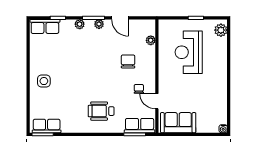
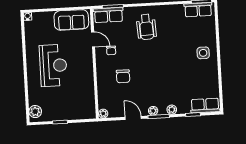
plant: (151, 40) -> (103, 114), moved
reception desk: (189, 52) -> (53, 65), moved
wheelchair: (101, 111) -> (146, 27), turned 87

